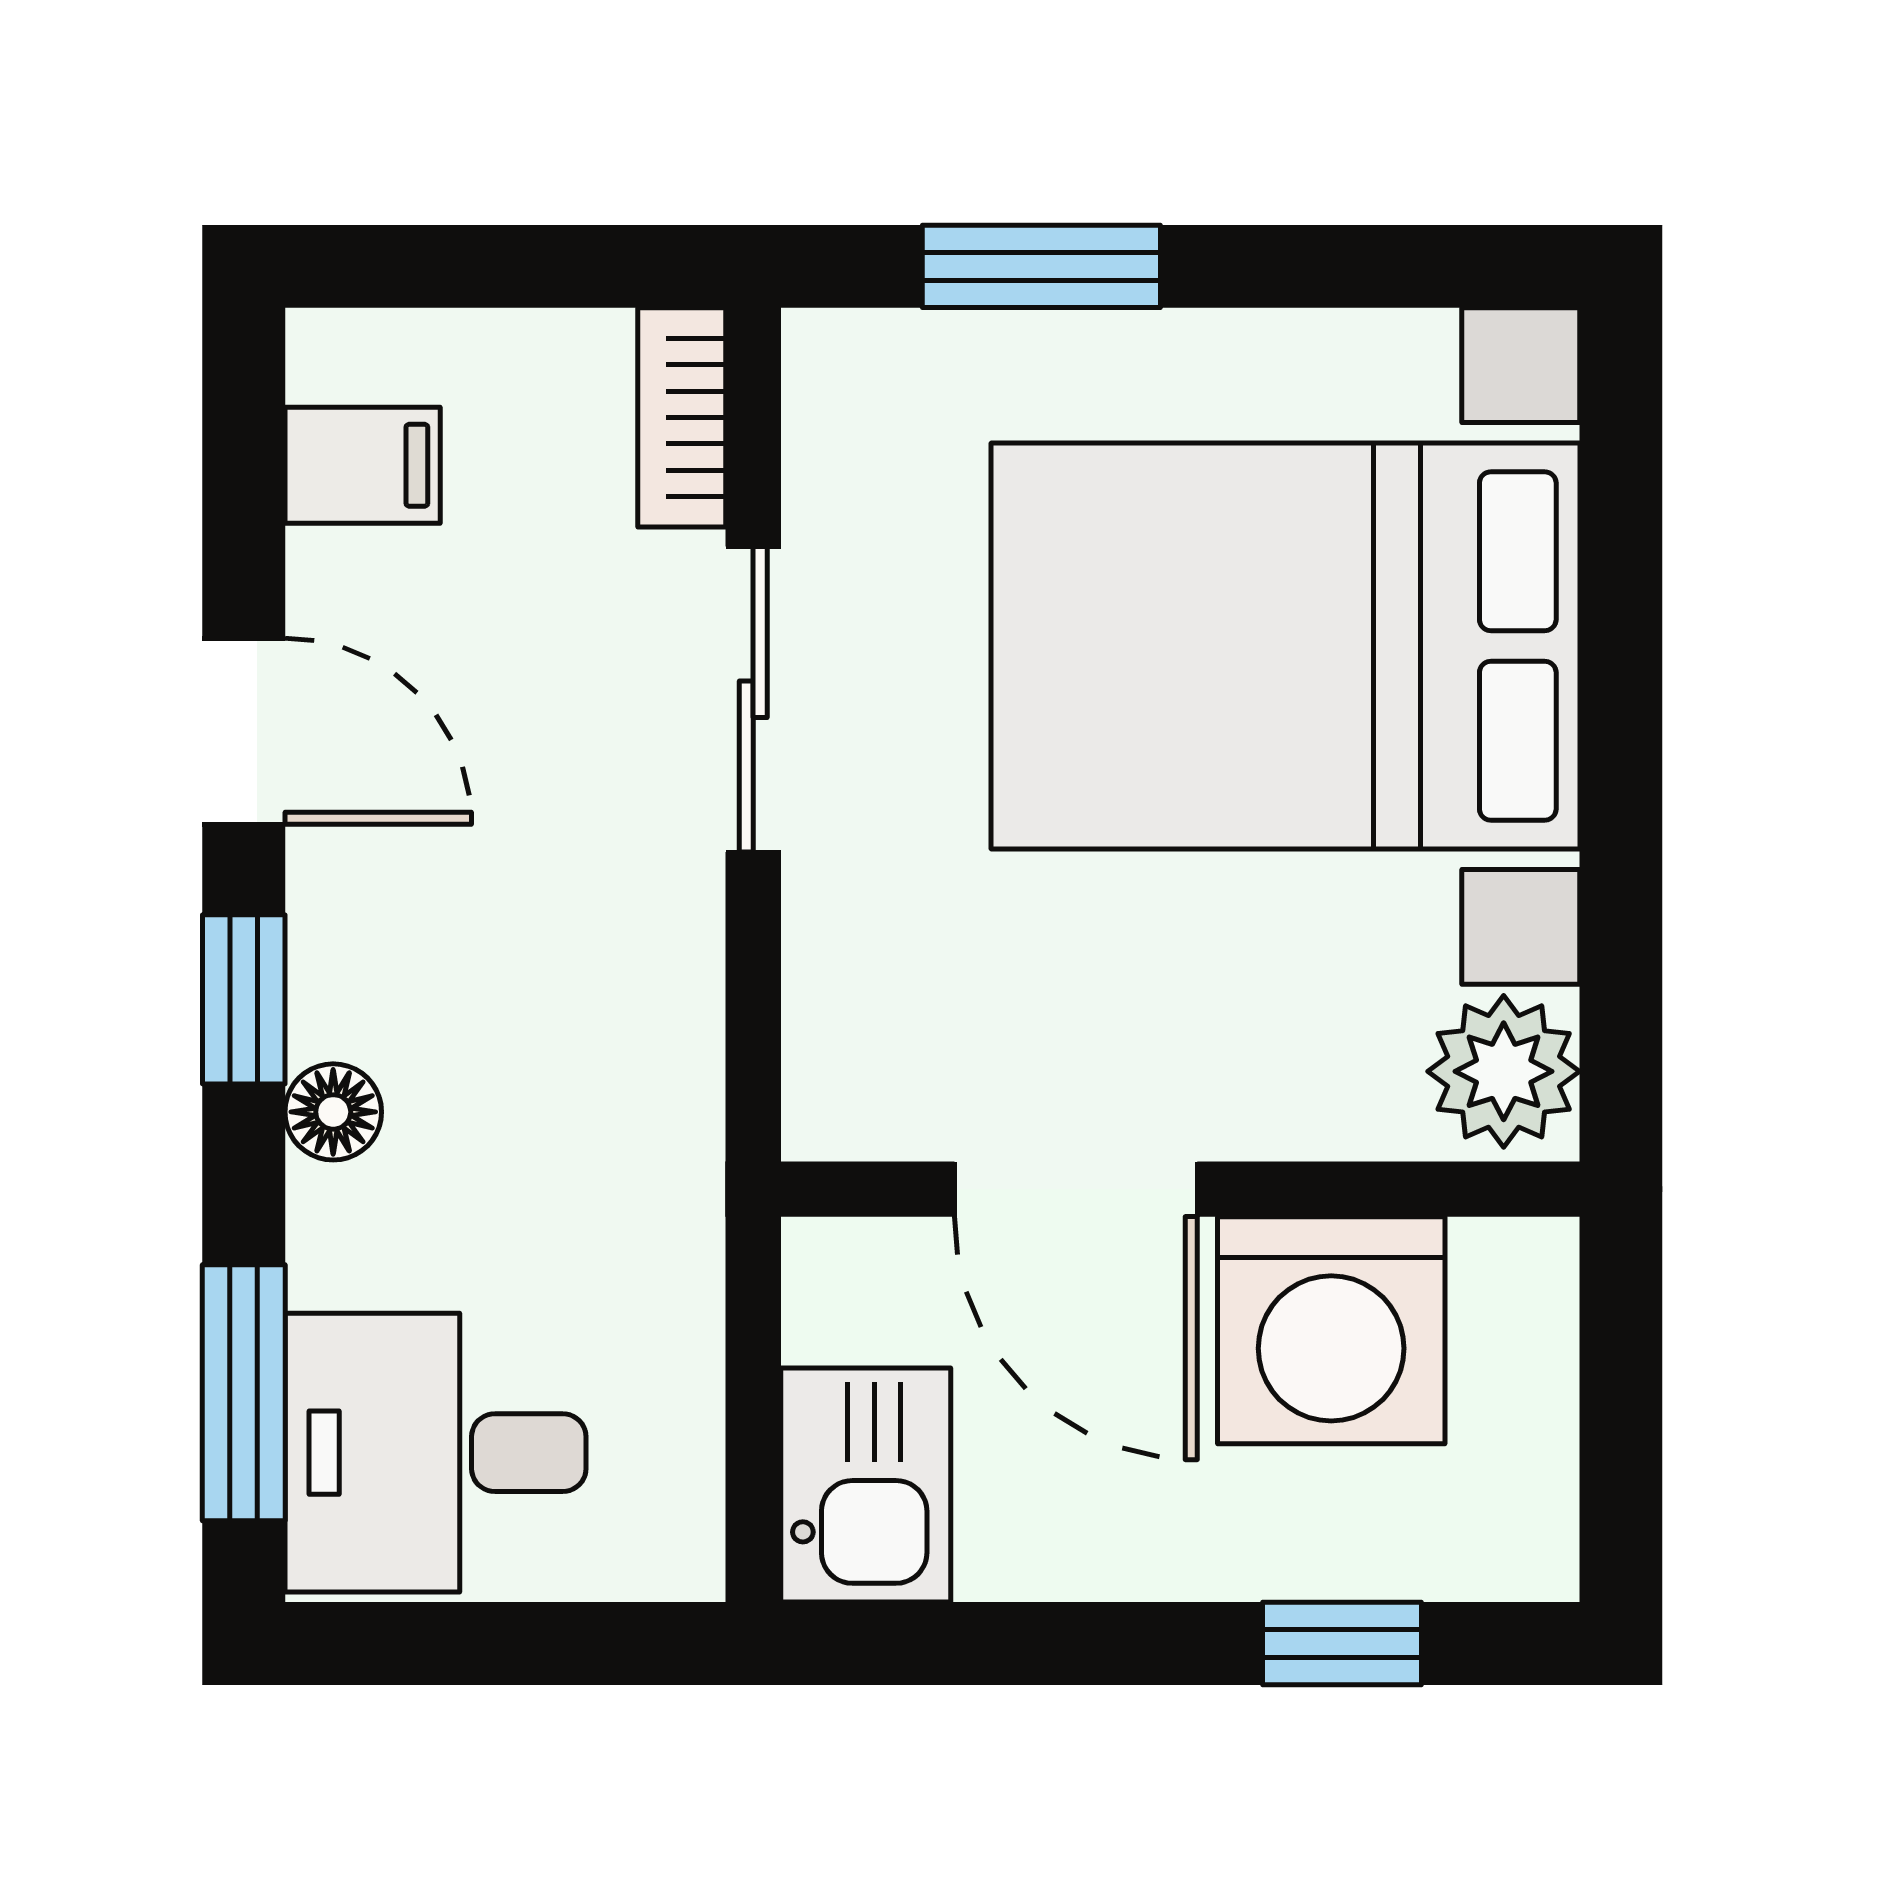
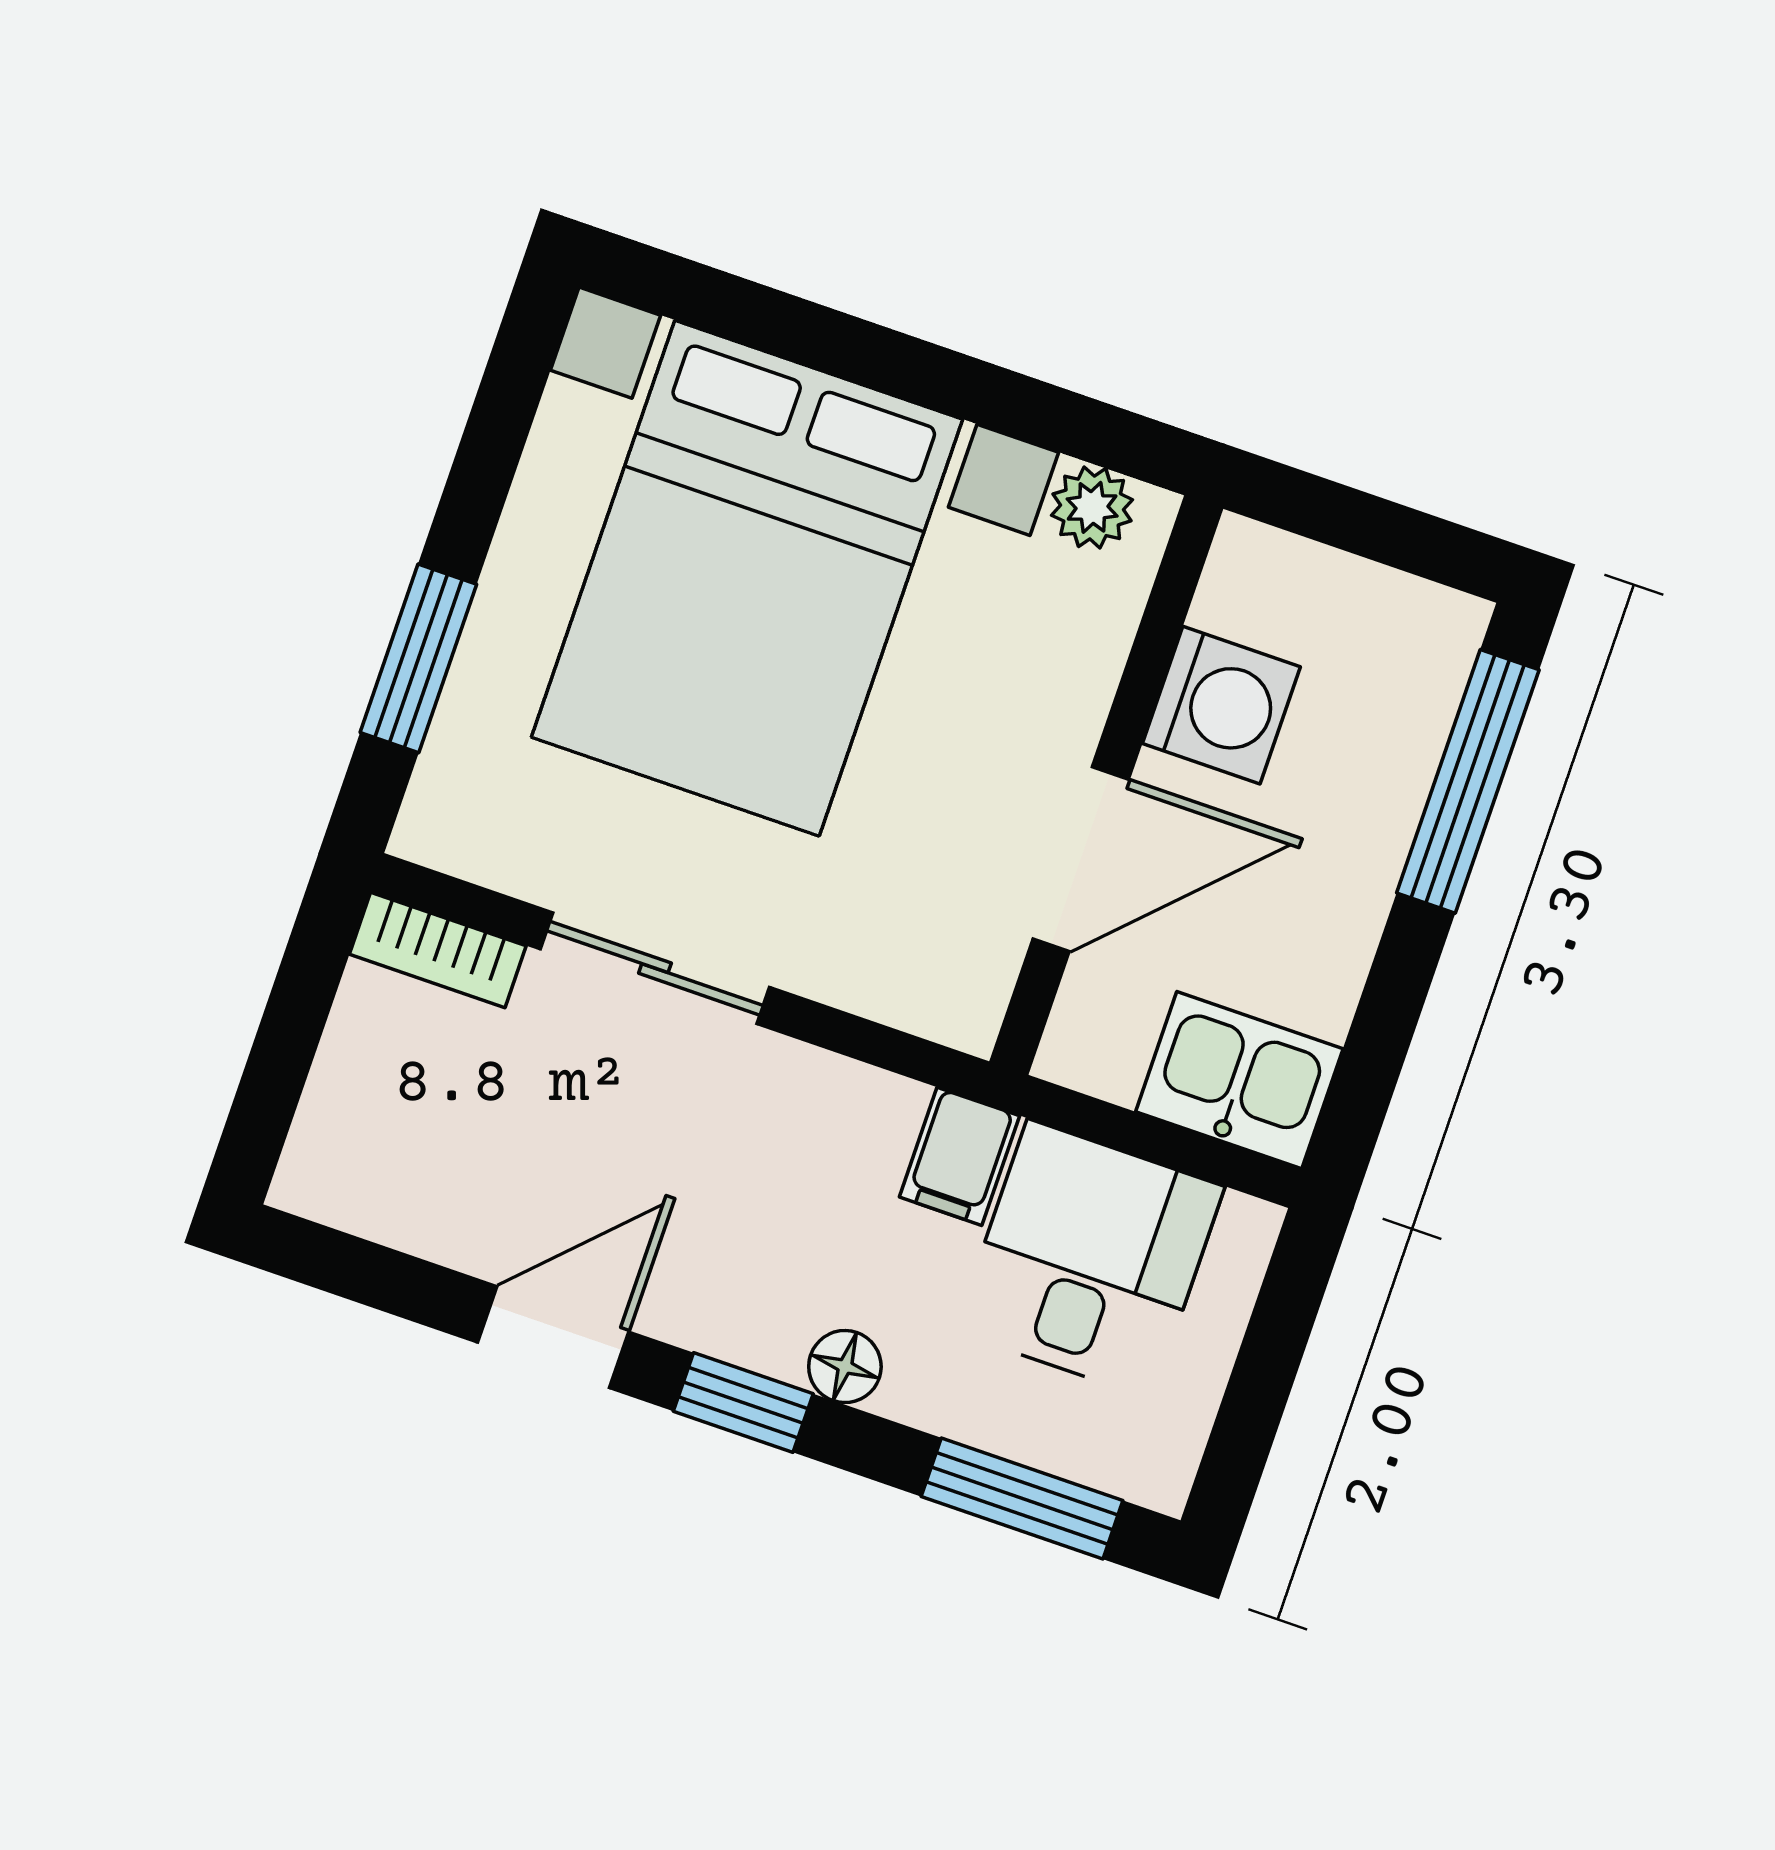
filing cabinet: (363, 465) -> (959, 1156), moved, turned 180
plant: (1504, 1071) -> (1092, 507), width x0.73, depth x0.73
washing machine: (1331, 1330) -> (1221, 705), width x0.73, depth x0.73
desk: (435, 1453) -> (1090, 1259), moved, turned 180
window: (1342, 1644) -> (1468, 781), width x2.17

